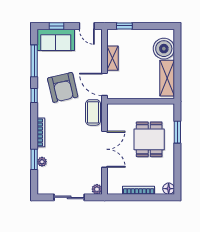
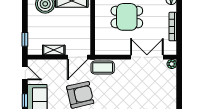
door: (87, 26) -> (25, 73), hinge flipped
double door: (105, 149) -> (147, 57), moved
sliding door: (69, 197) -> (179, 89), removed

